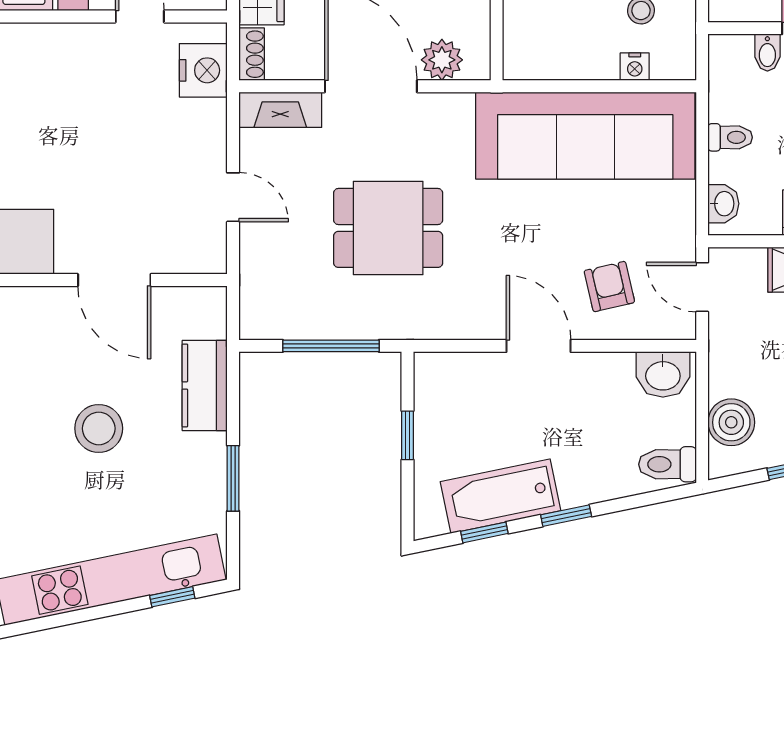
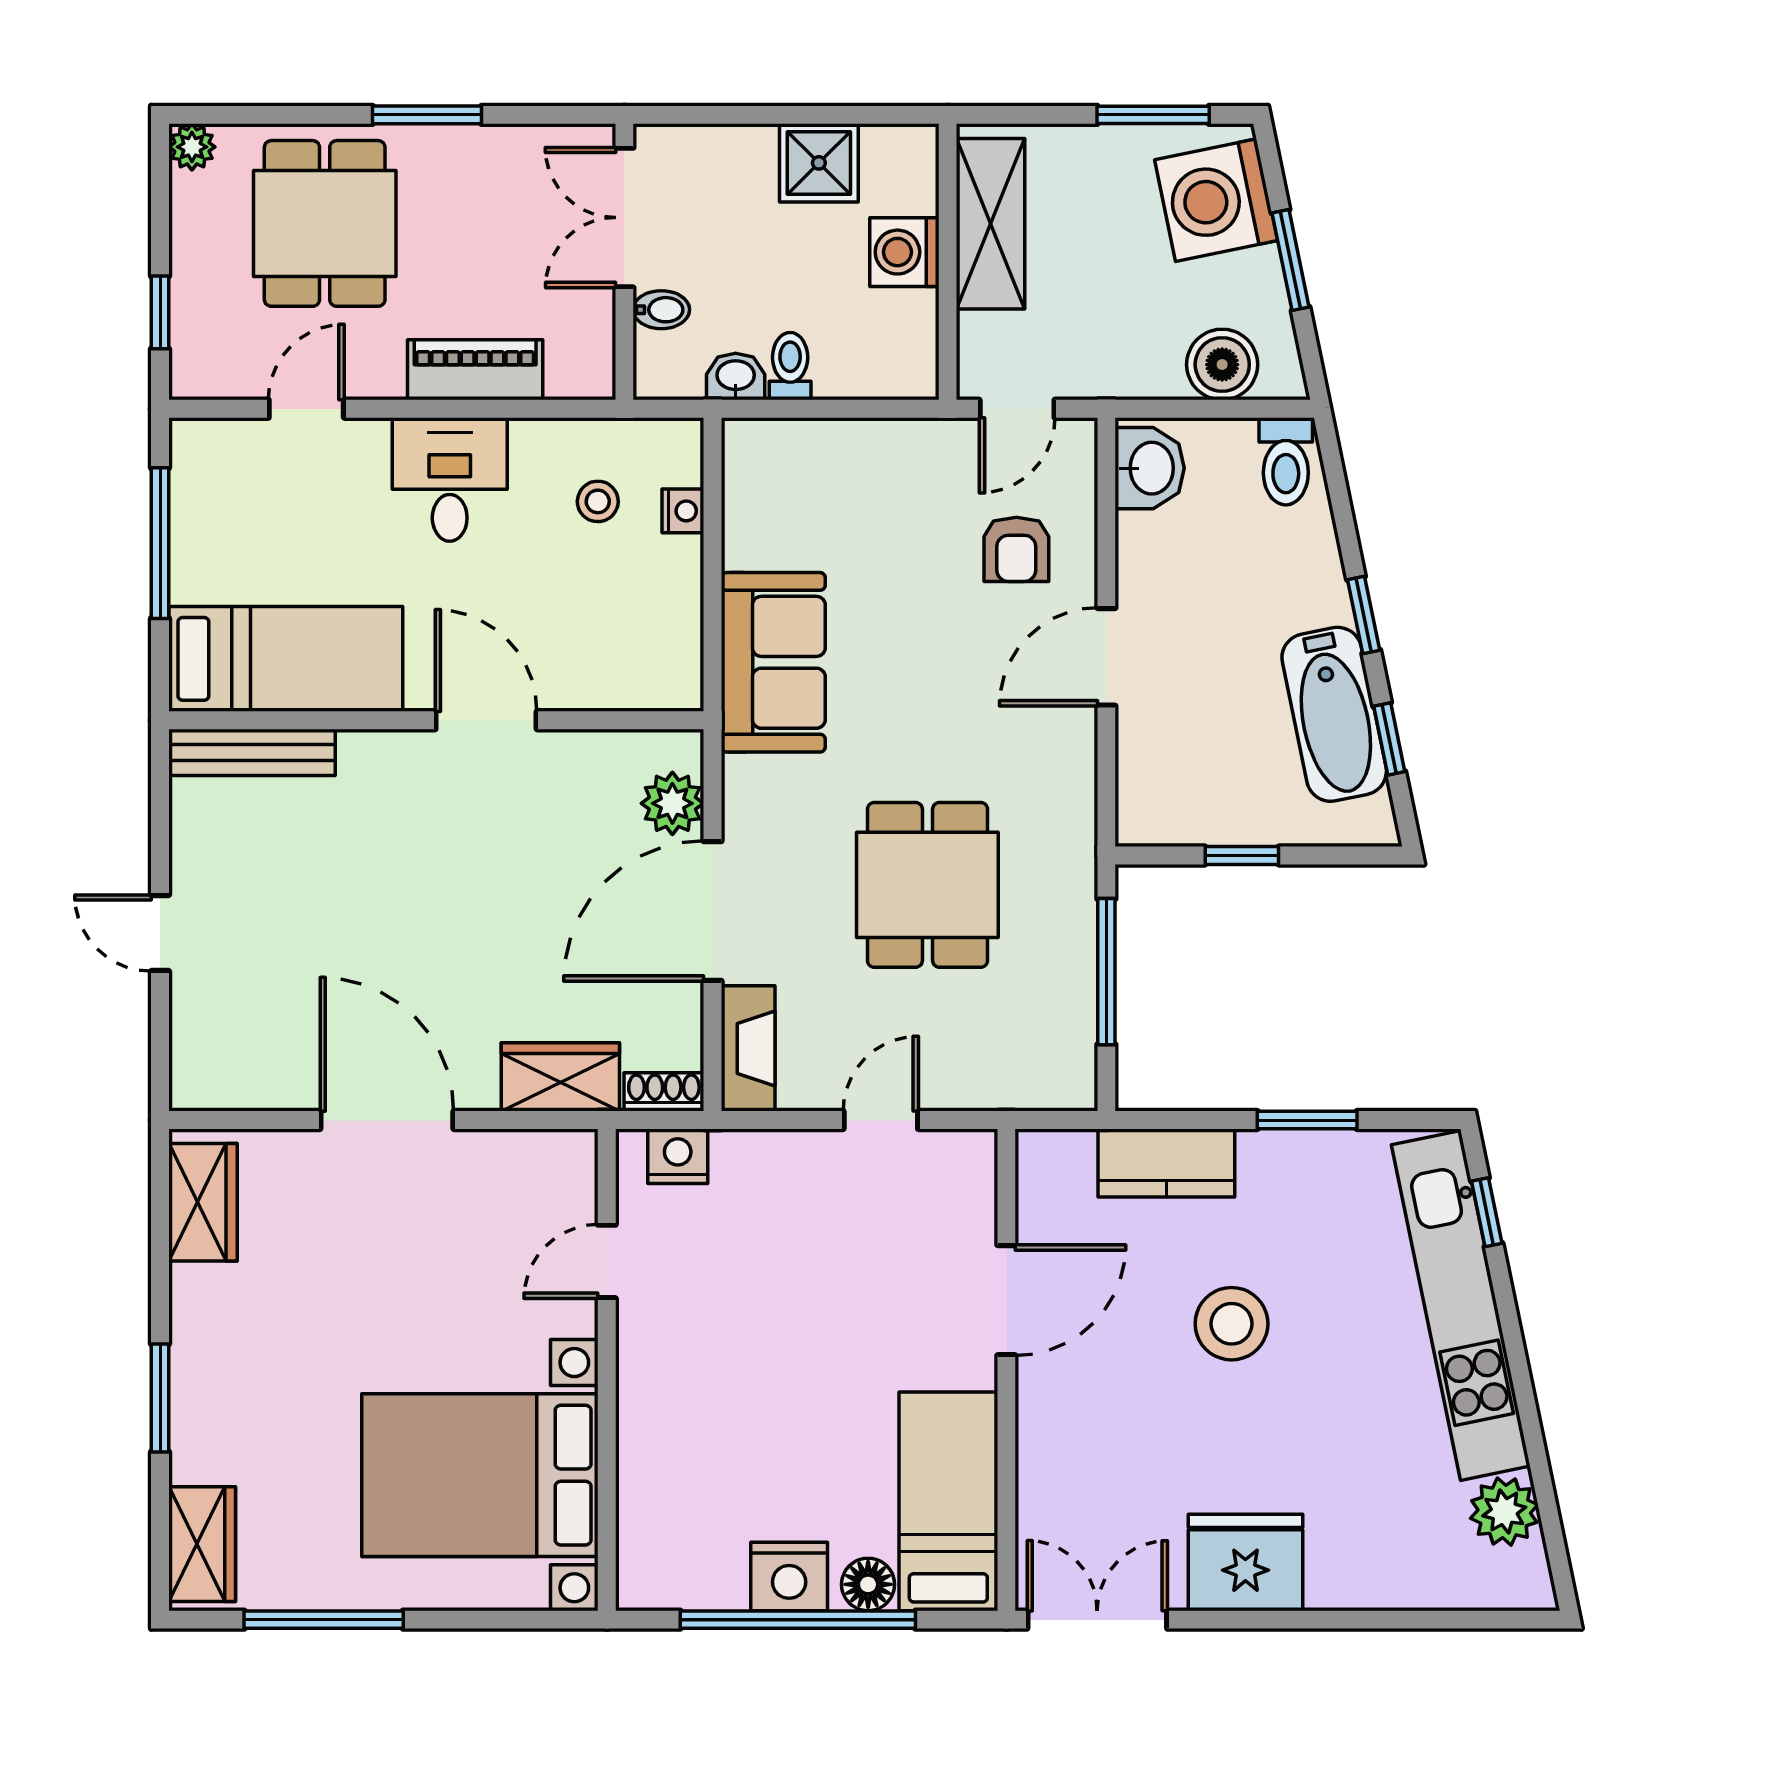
nightstand: (203, 70) -> (678, 1156), width x0.74, depth x0.75
sofa: (585, 136) -> (773, 662), width x0.54, depth x0.79
washbasin: (723, 204) -> (736, 377), moved
armchair: (609, 287) -> (1016, 549), turned -77

